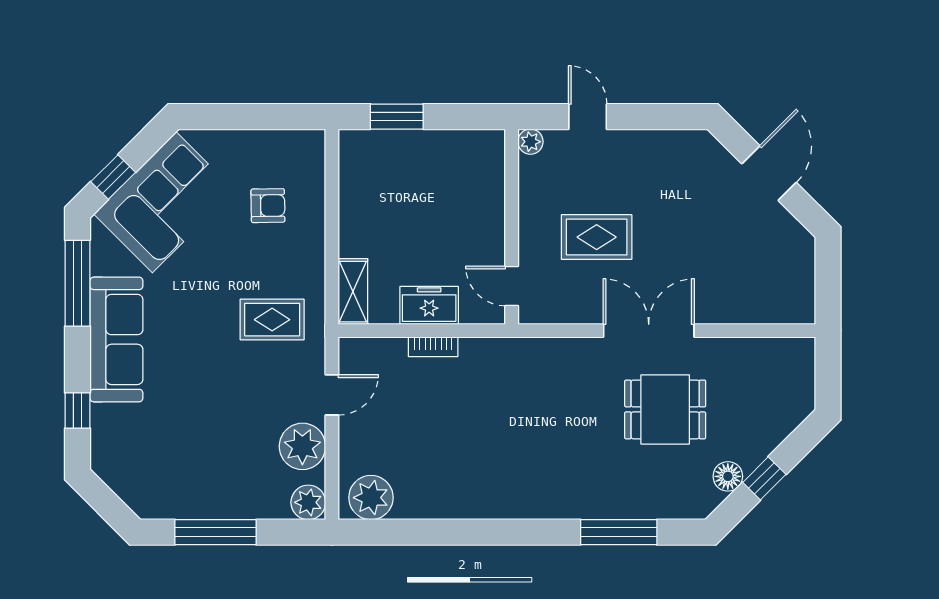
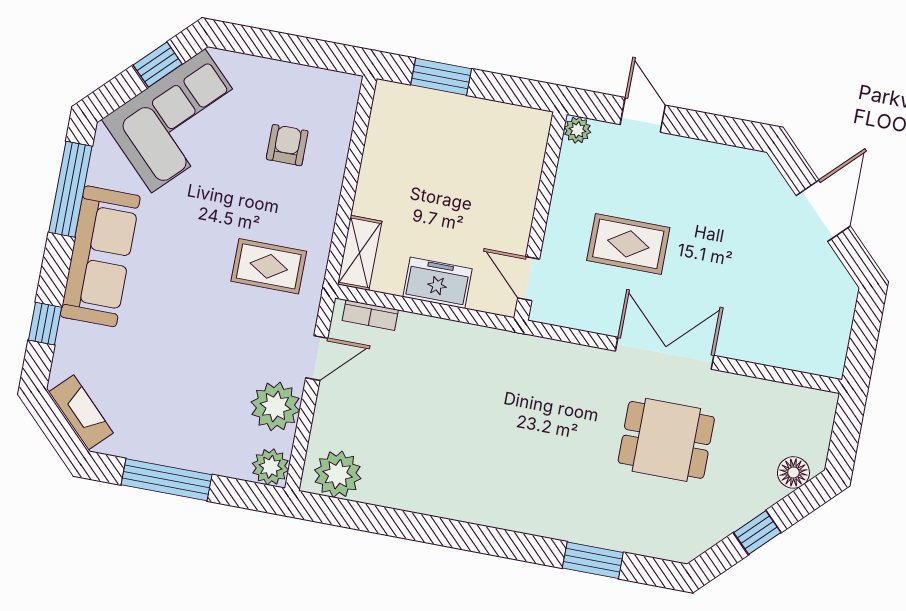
window: (113, 177) -> (158, 65), moved
armchair: (268, 206) -> (287, 145), turned -89
bookcase: (433, 347) -> (370, 315), moved
floor lamp: (728, 476) -> (793, 472), moved
fireplace: (126, 485) -> (81, 412), added
window: (619, 532) -> (593, 560), width x0.69

